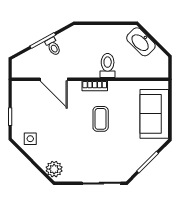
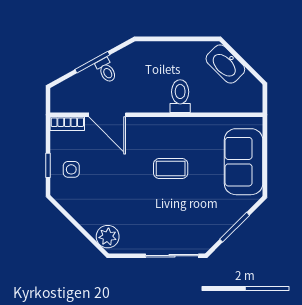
bookcase: (95, 86) -> (67, 124), moved
coffee table: (101, 119) -> (171, 169), turned 90
side table: (30, 139) -> (71, 169), moved

